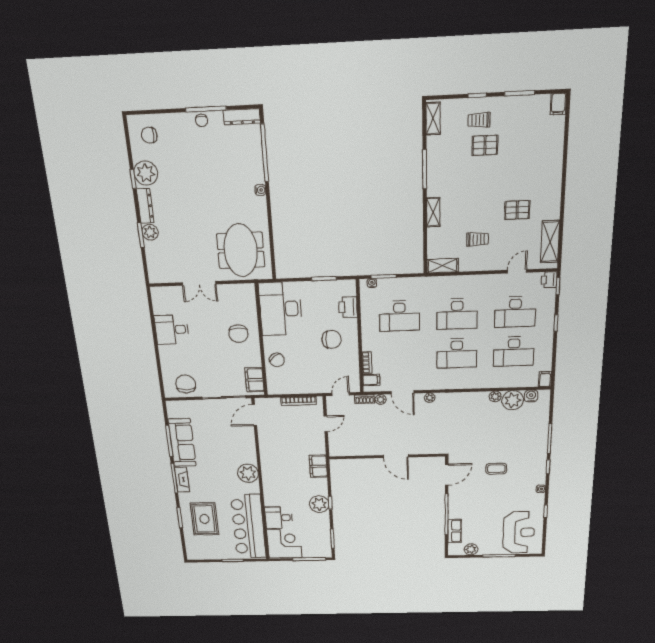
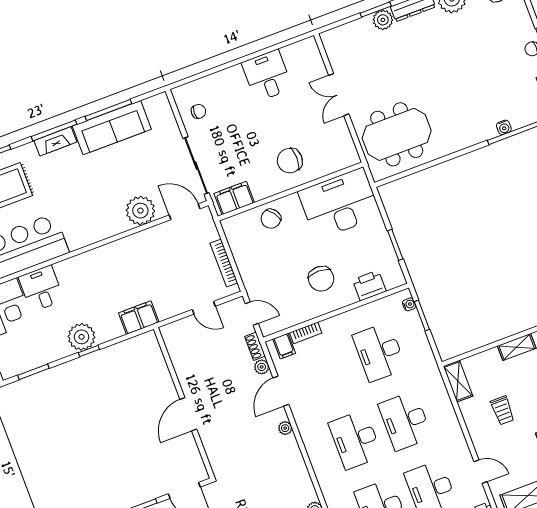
water cooler: (260, 190) -> (504, 127), moved
chair: (186, 384) -> (198, 111), width x0.54, depth x0.54
plant: (248, 473) -> (140, 211), moved

